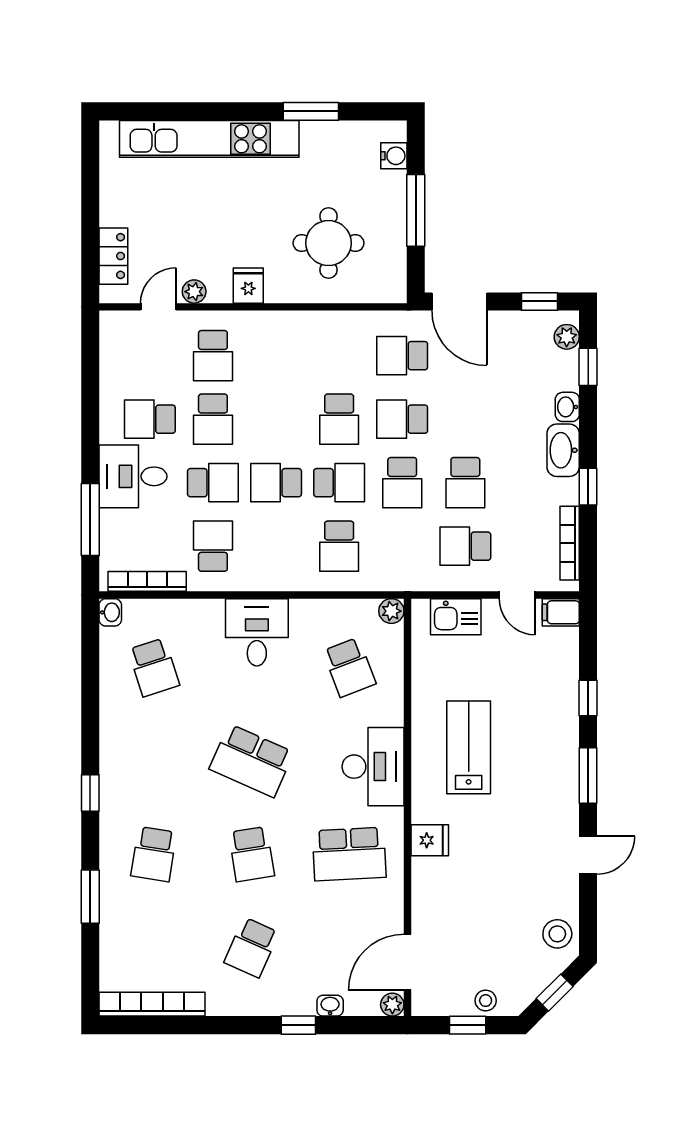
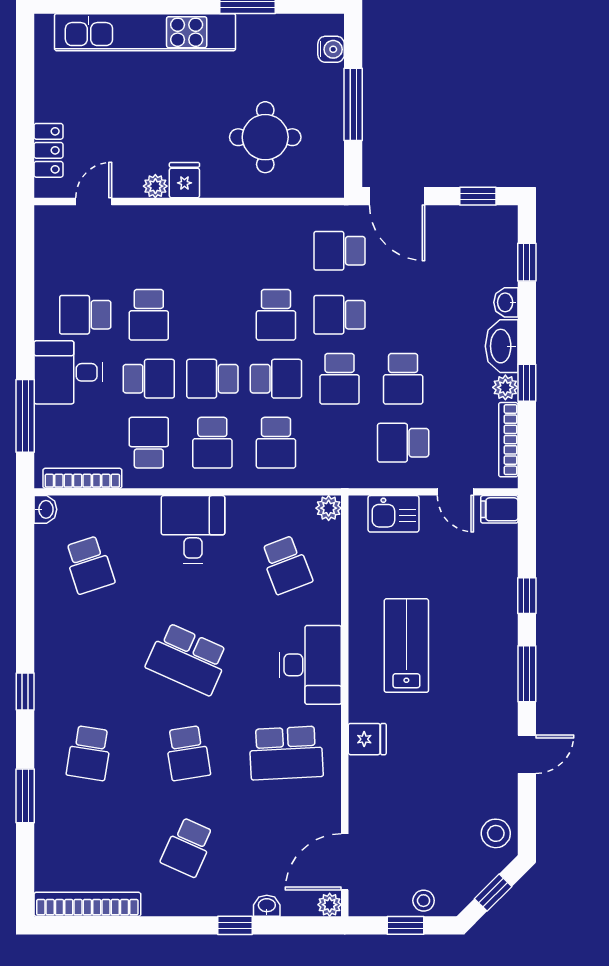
plant: (194, 292) -> (155, 186), moved
plant: (567, 337) -> (505, 387), moved
school desk: (213, 356) -> (212, 443), moved

